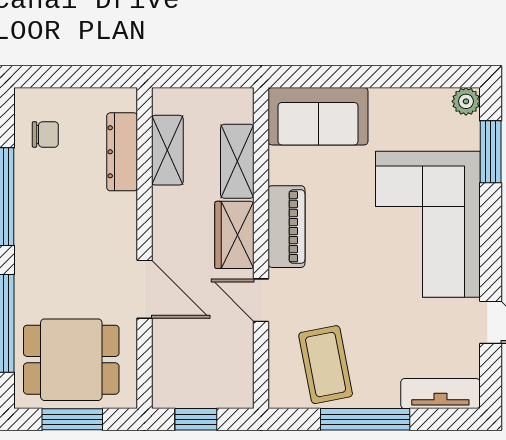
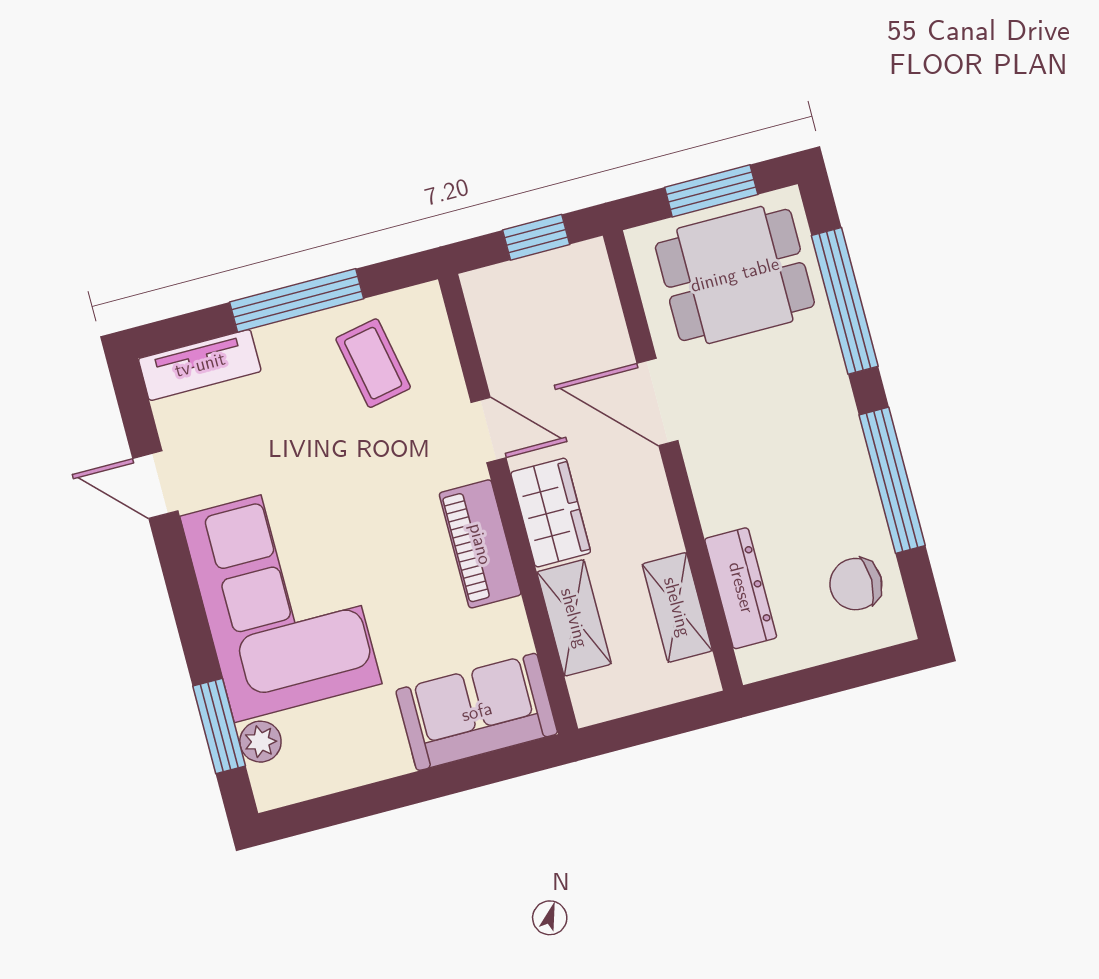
plant: (466, 101) -> (260, 742), moved
chair: (45, 134) -> (856, 584), width x1.37, depth x1.37
coffee table: (326, 365) -> (373, 363), width x0.73, depth x0.77

